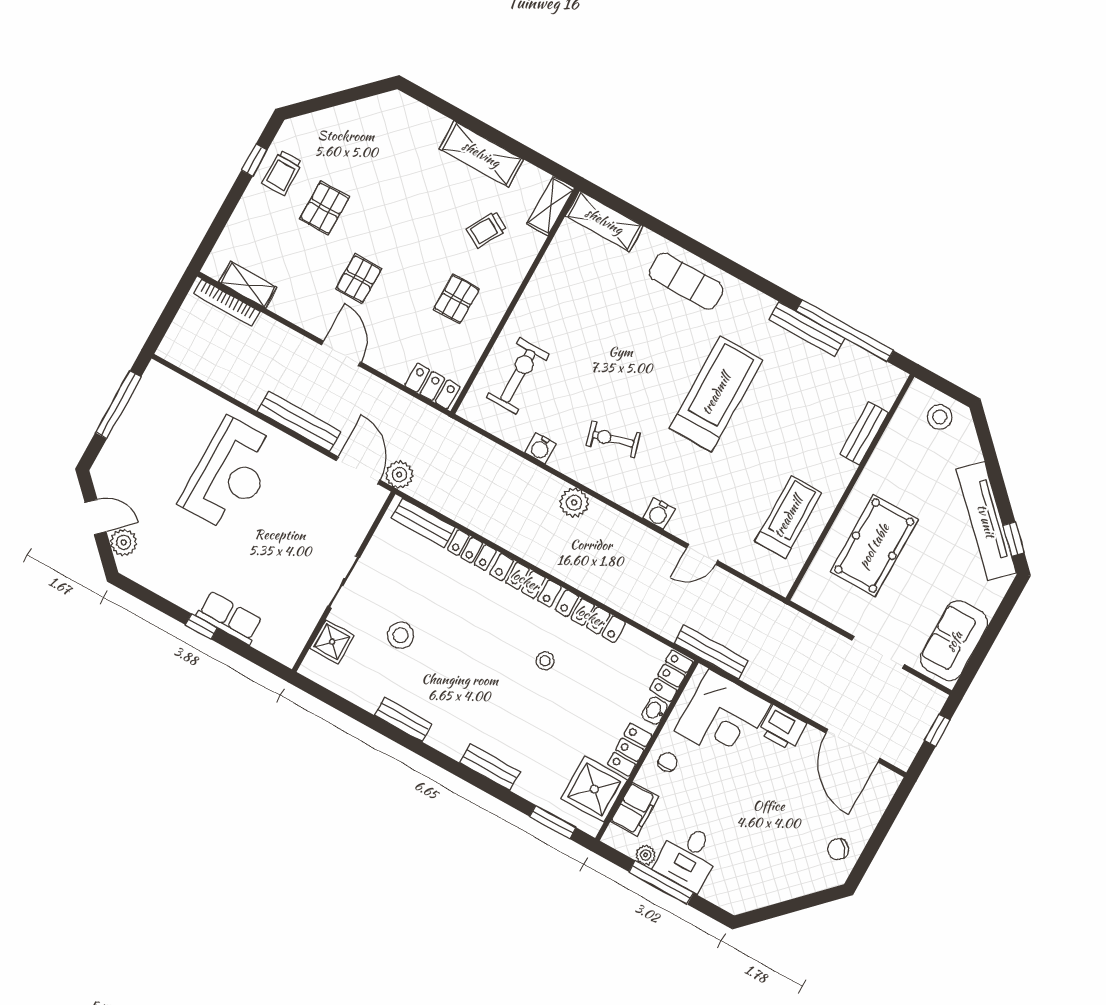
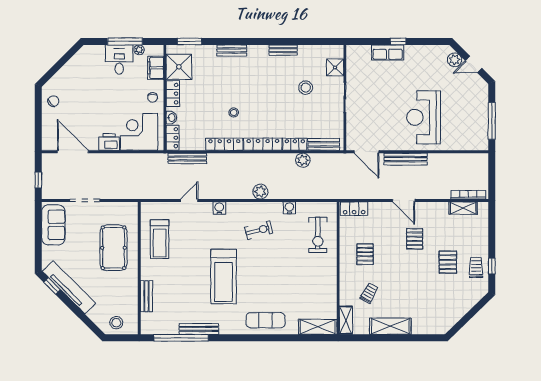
plant: (399, 475) -> (303, 160), moved
bench: (711, 652) -> (187, 158), moved

